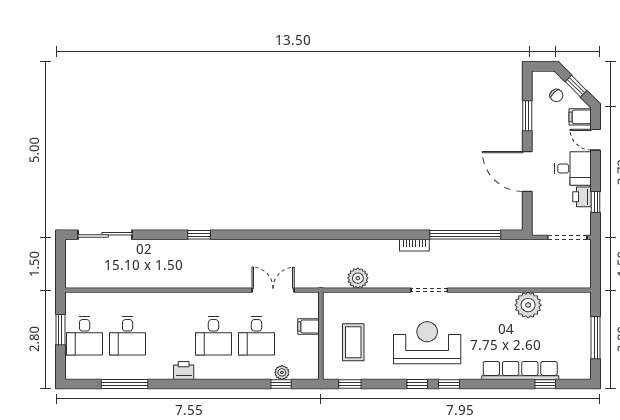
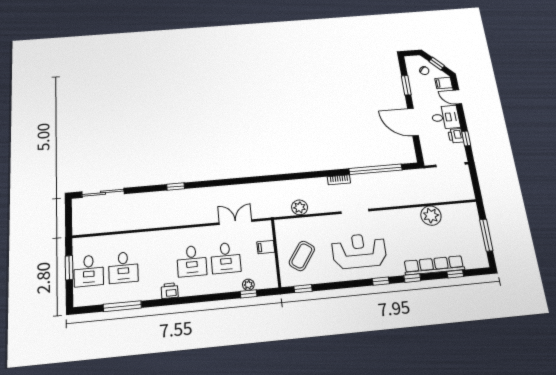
coffee table: (353, 342) -> (302, 256), turned 35
window: (417, 384) -> (412, 278), moved

